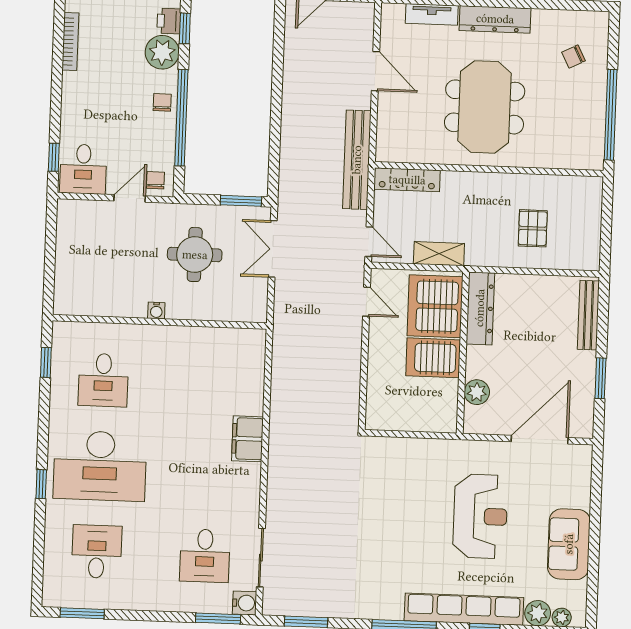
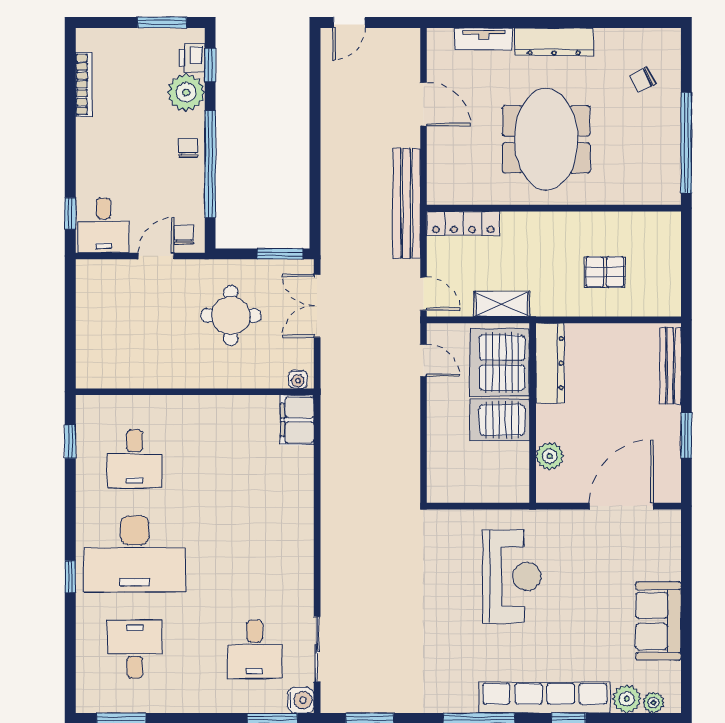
pallet: (533, 228) -> (605, 272), turned 90
water cooler: (156, 311) -> (298, 379), moved
filing cabinet: (247, 439) -> (297, 420), moved
reception desk: (480, 516) -> (512, 576), moved

